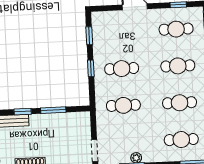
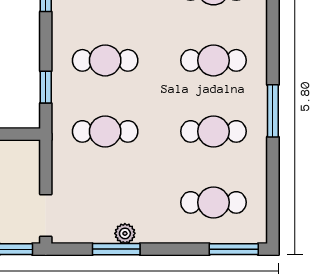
window: (91, 68) -> (46, 87), moved

